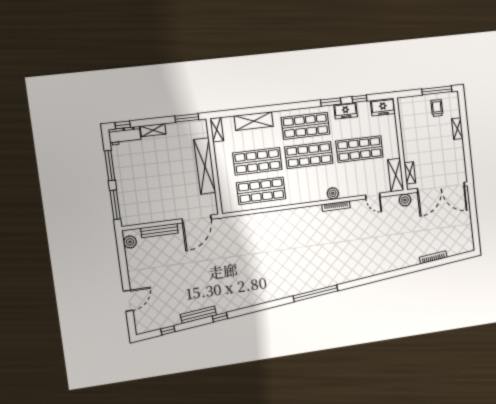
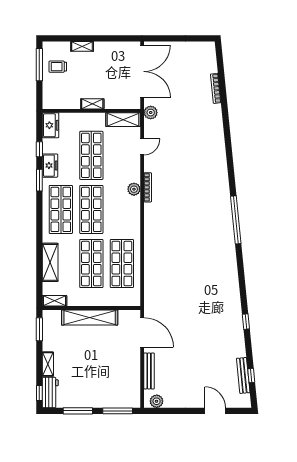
shelving: (410, 173) -> (92, 104), moved
bench: (198, 315) -> (243, 375), moved

